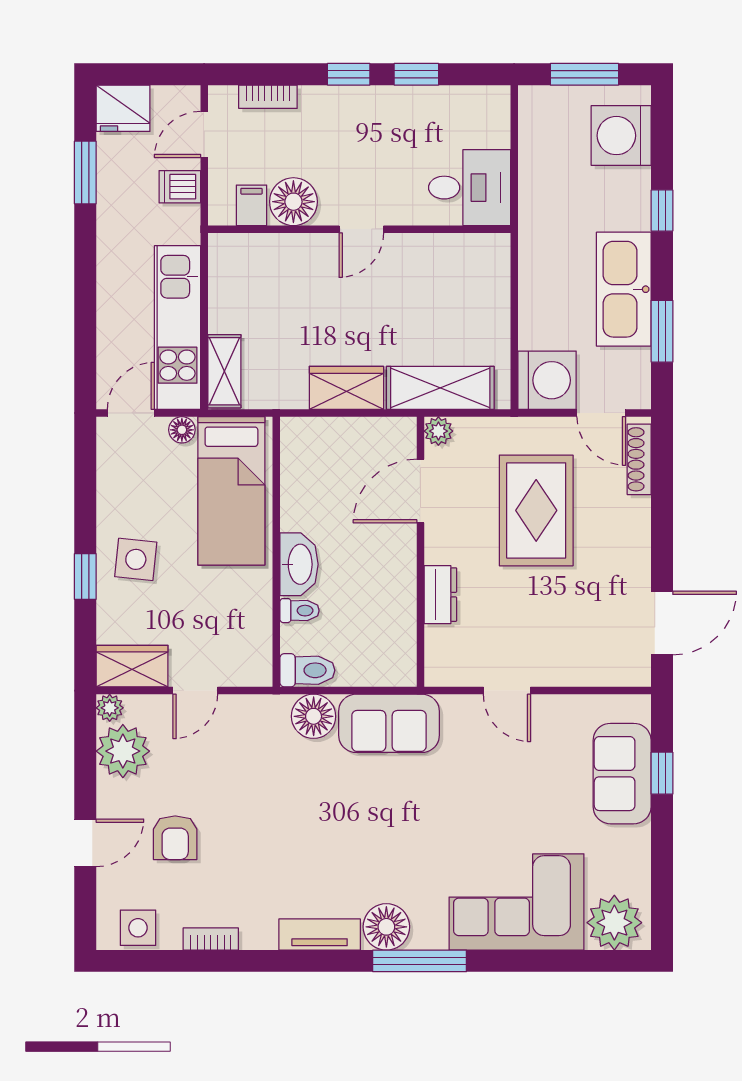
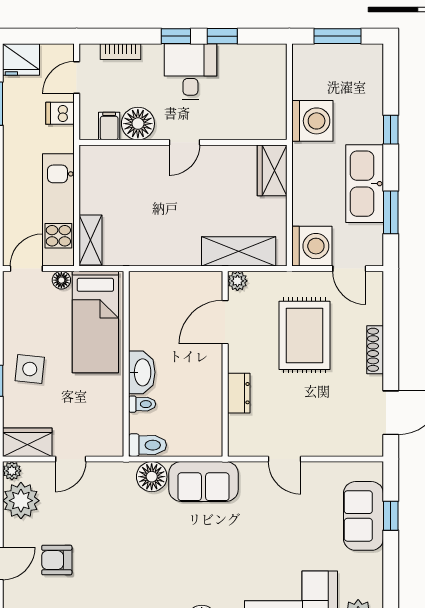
washing machine: (621, 136) -> (312, 121), moved, turned 180
desk: (470, 188) -> (190, 72), moved, turned -90
wardrobe: (346, 388) -> (272, 170), moved, turned -90
shoe rack: (639, 459) -> (375, 350), moved
armchair: (175, 838) -> (57, 560), turned 90

